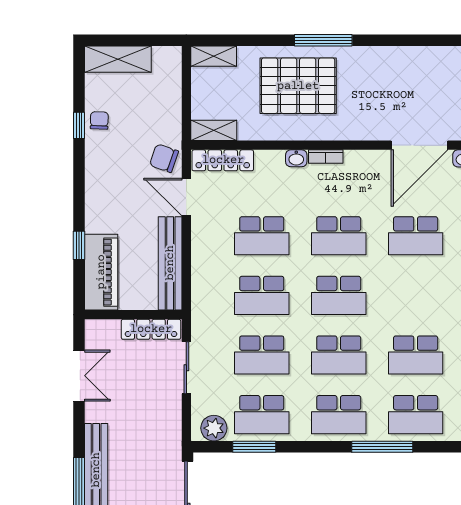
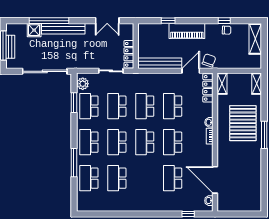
piano: (101, 272) -> (187, 31), moved

